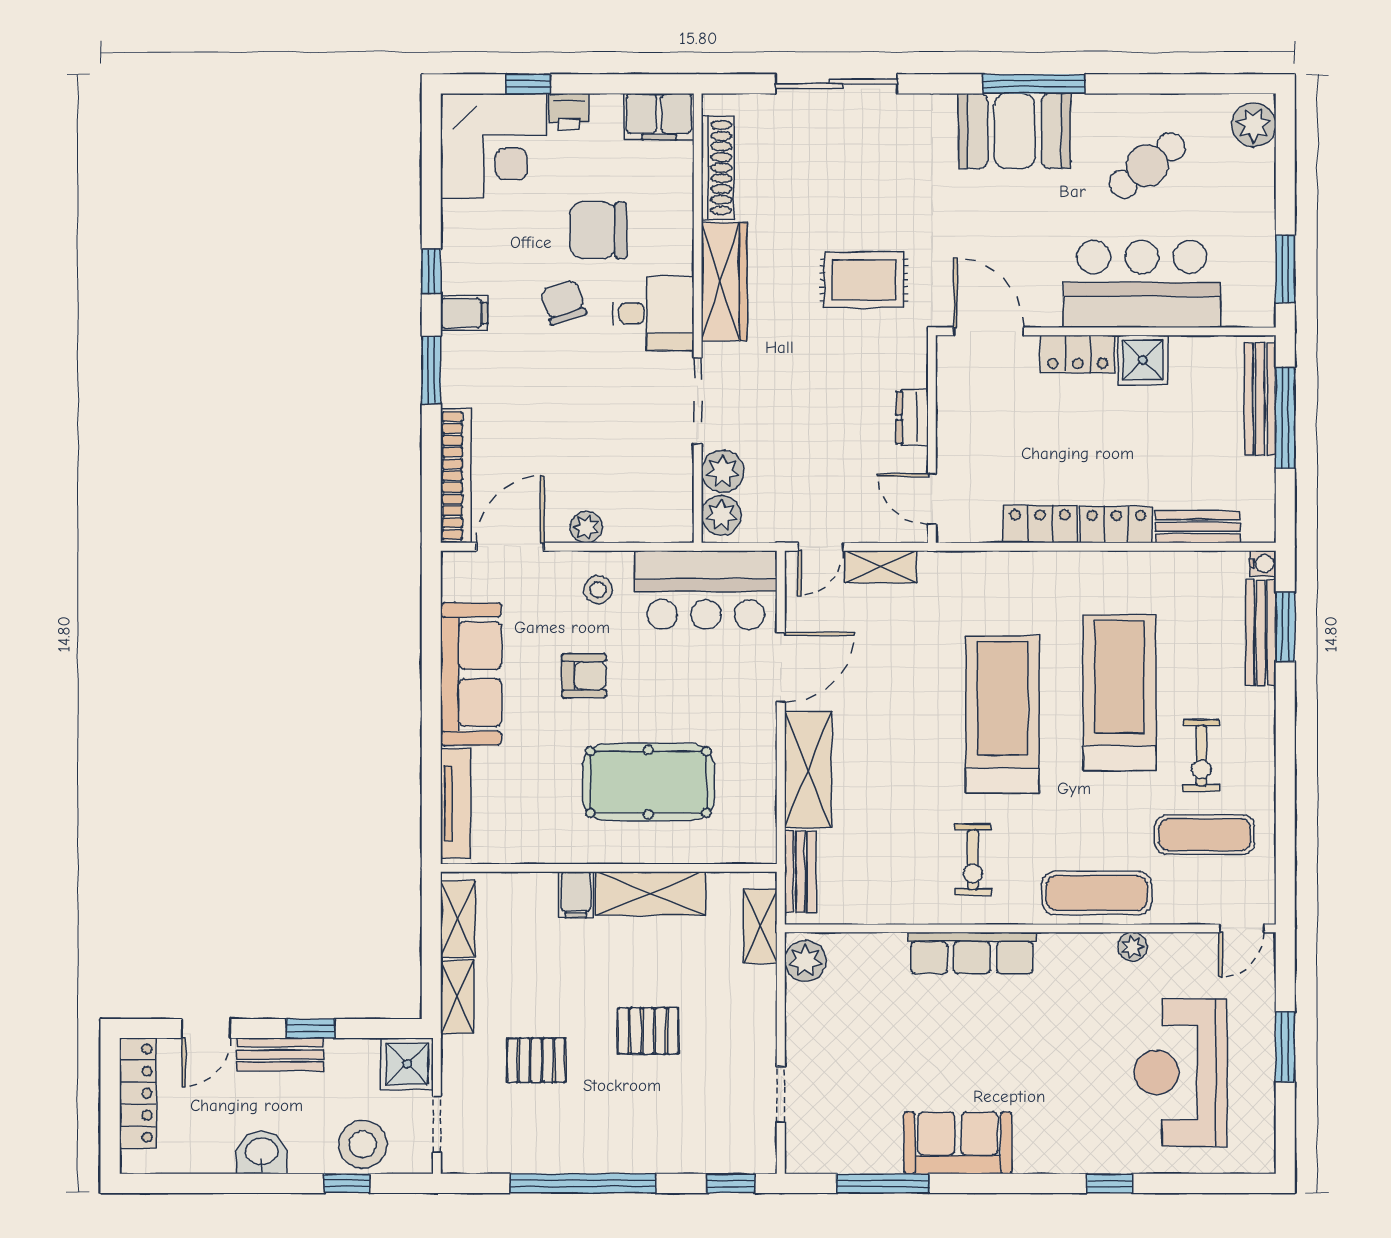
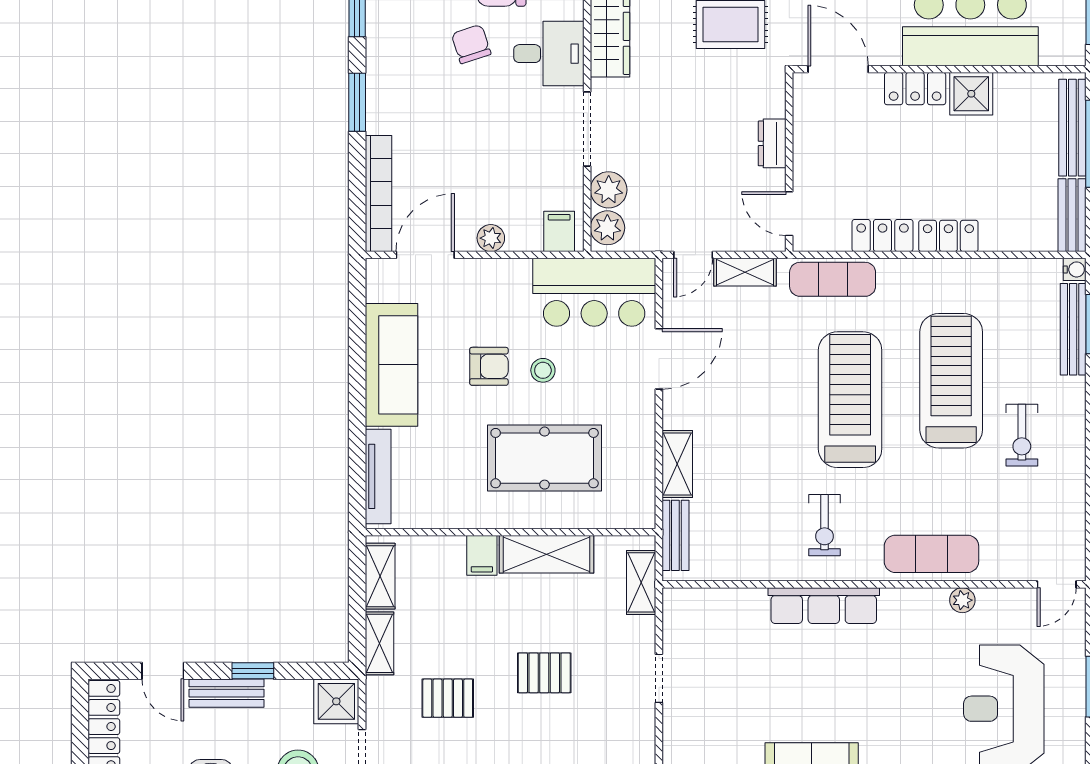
filing cabinet: (464, 313) -> (559, 231), moved, turned -90
bench: (1198, 527) -> (1072, 215), moved, turned 90
stool: (598, 590) -> (543, 370), moved
shelving: (808, 769) -> (677, 464), width x0.67, depth x0.75
exercise mat: (1205, 835) -> (833, 279), moved
plant: (805, 961) -> (680, 612), removed
door: (206, 1028) -> (163, 671), hinge flipped
doorway: (781, 1094) -> (659, 678), moved

